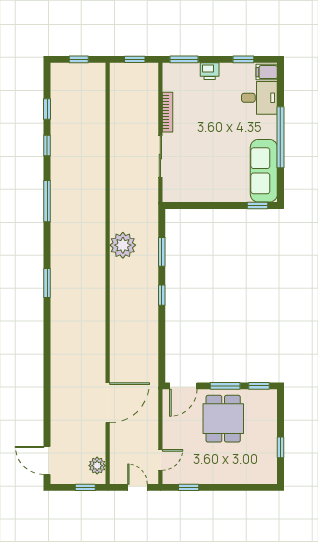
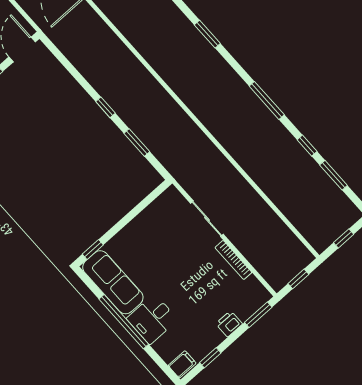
desk: (259, 98) -> (152, 319), moved
window: (47, 109) -> (333, 175), width x1.50
plant: (123, 245) -> (173, 120), removed

